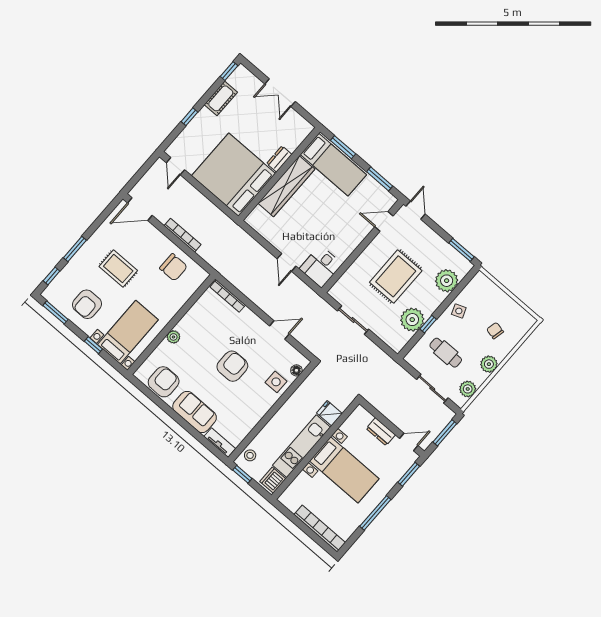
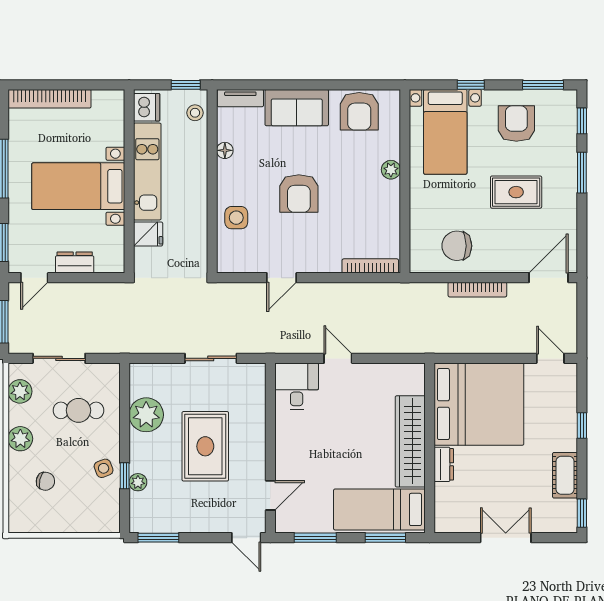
plant: (447, 281) -> (138, 482), width x0.53, depth x0.53
window: (428, 324) -> (125, 476), moved
floor lamp: (296, 370) -> (225, 150), moved

